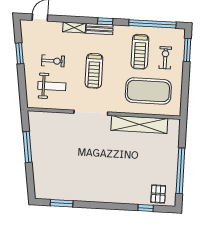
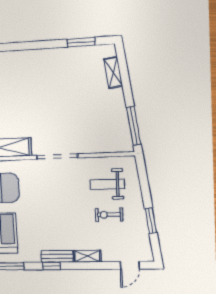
treadmill: (94, 71) -> (59, 207), removed
window: (27, 147) -> (134, 126), moved
shelving: (38, 176) -> (113, 73), added

